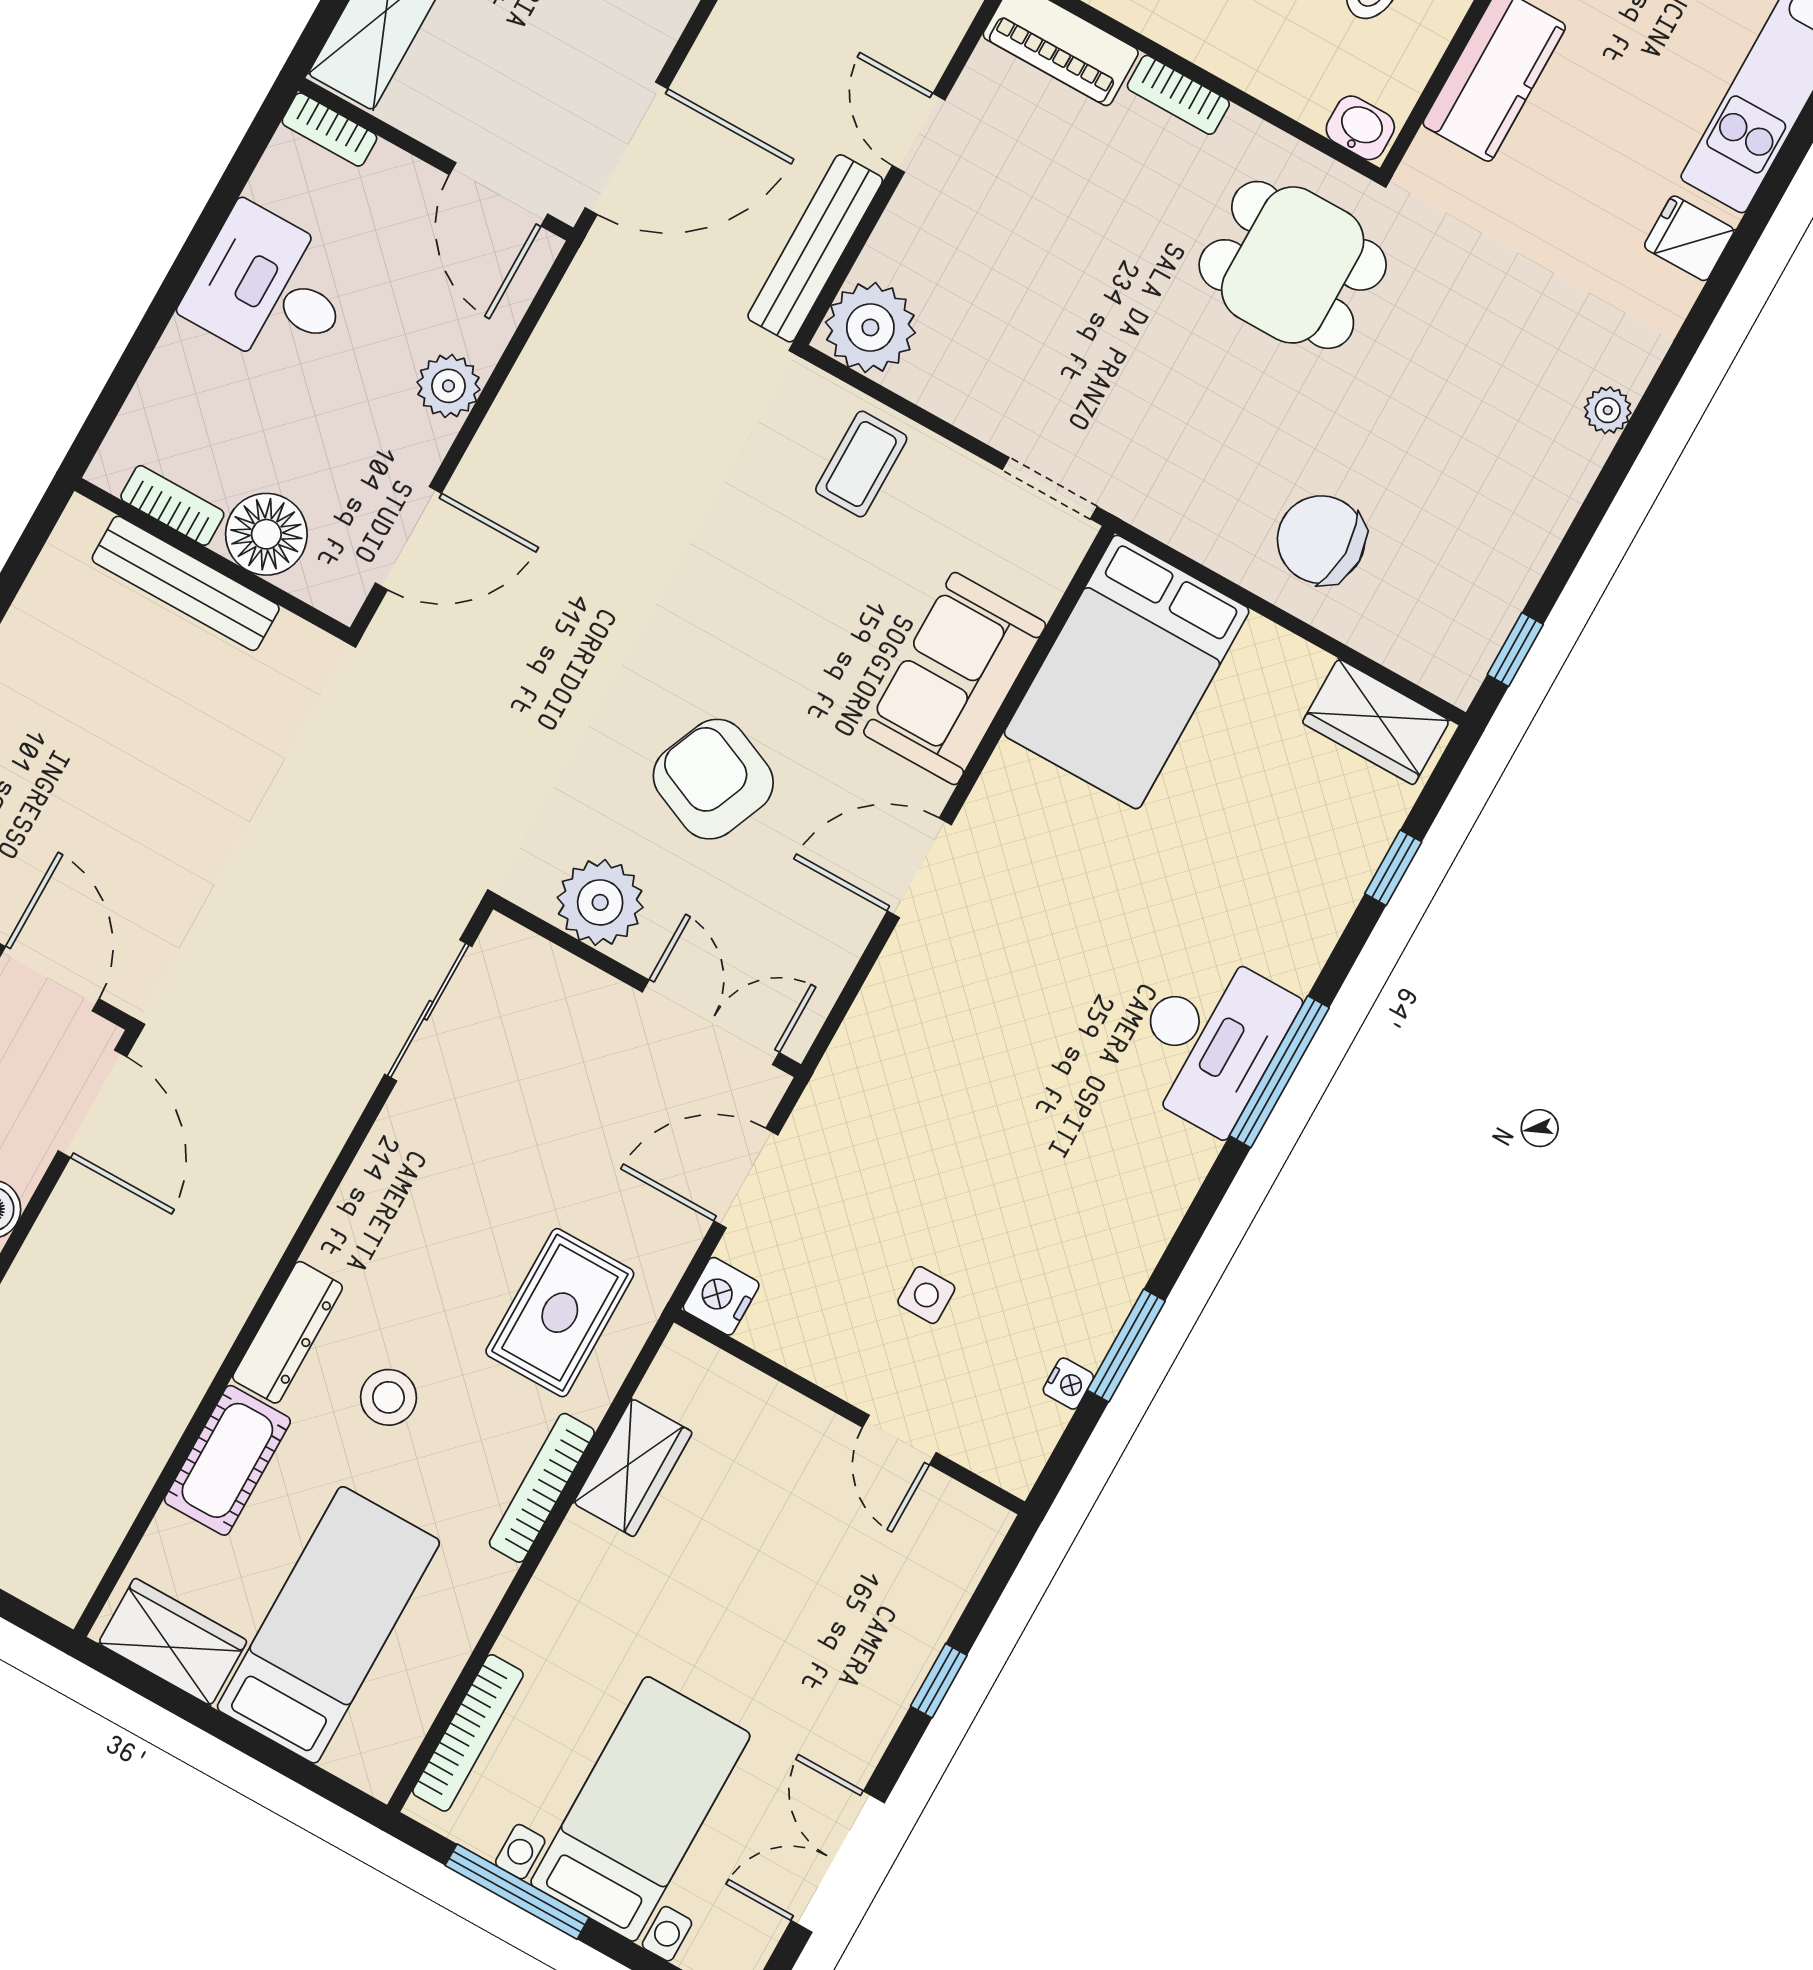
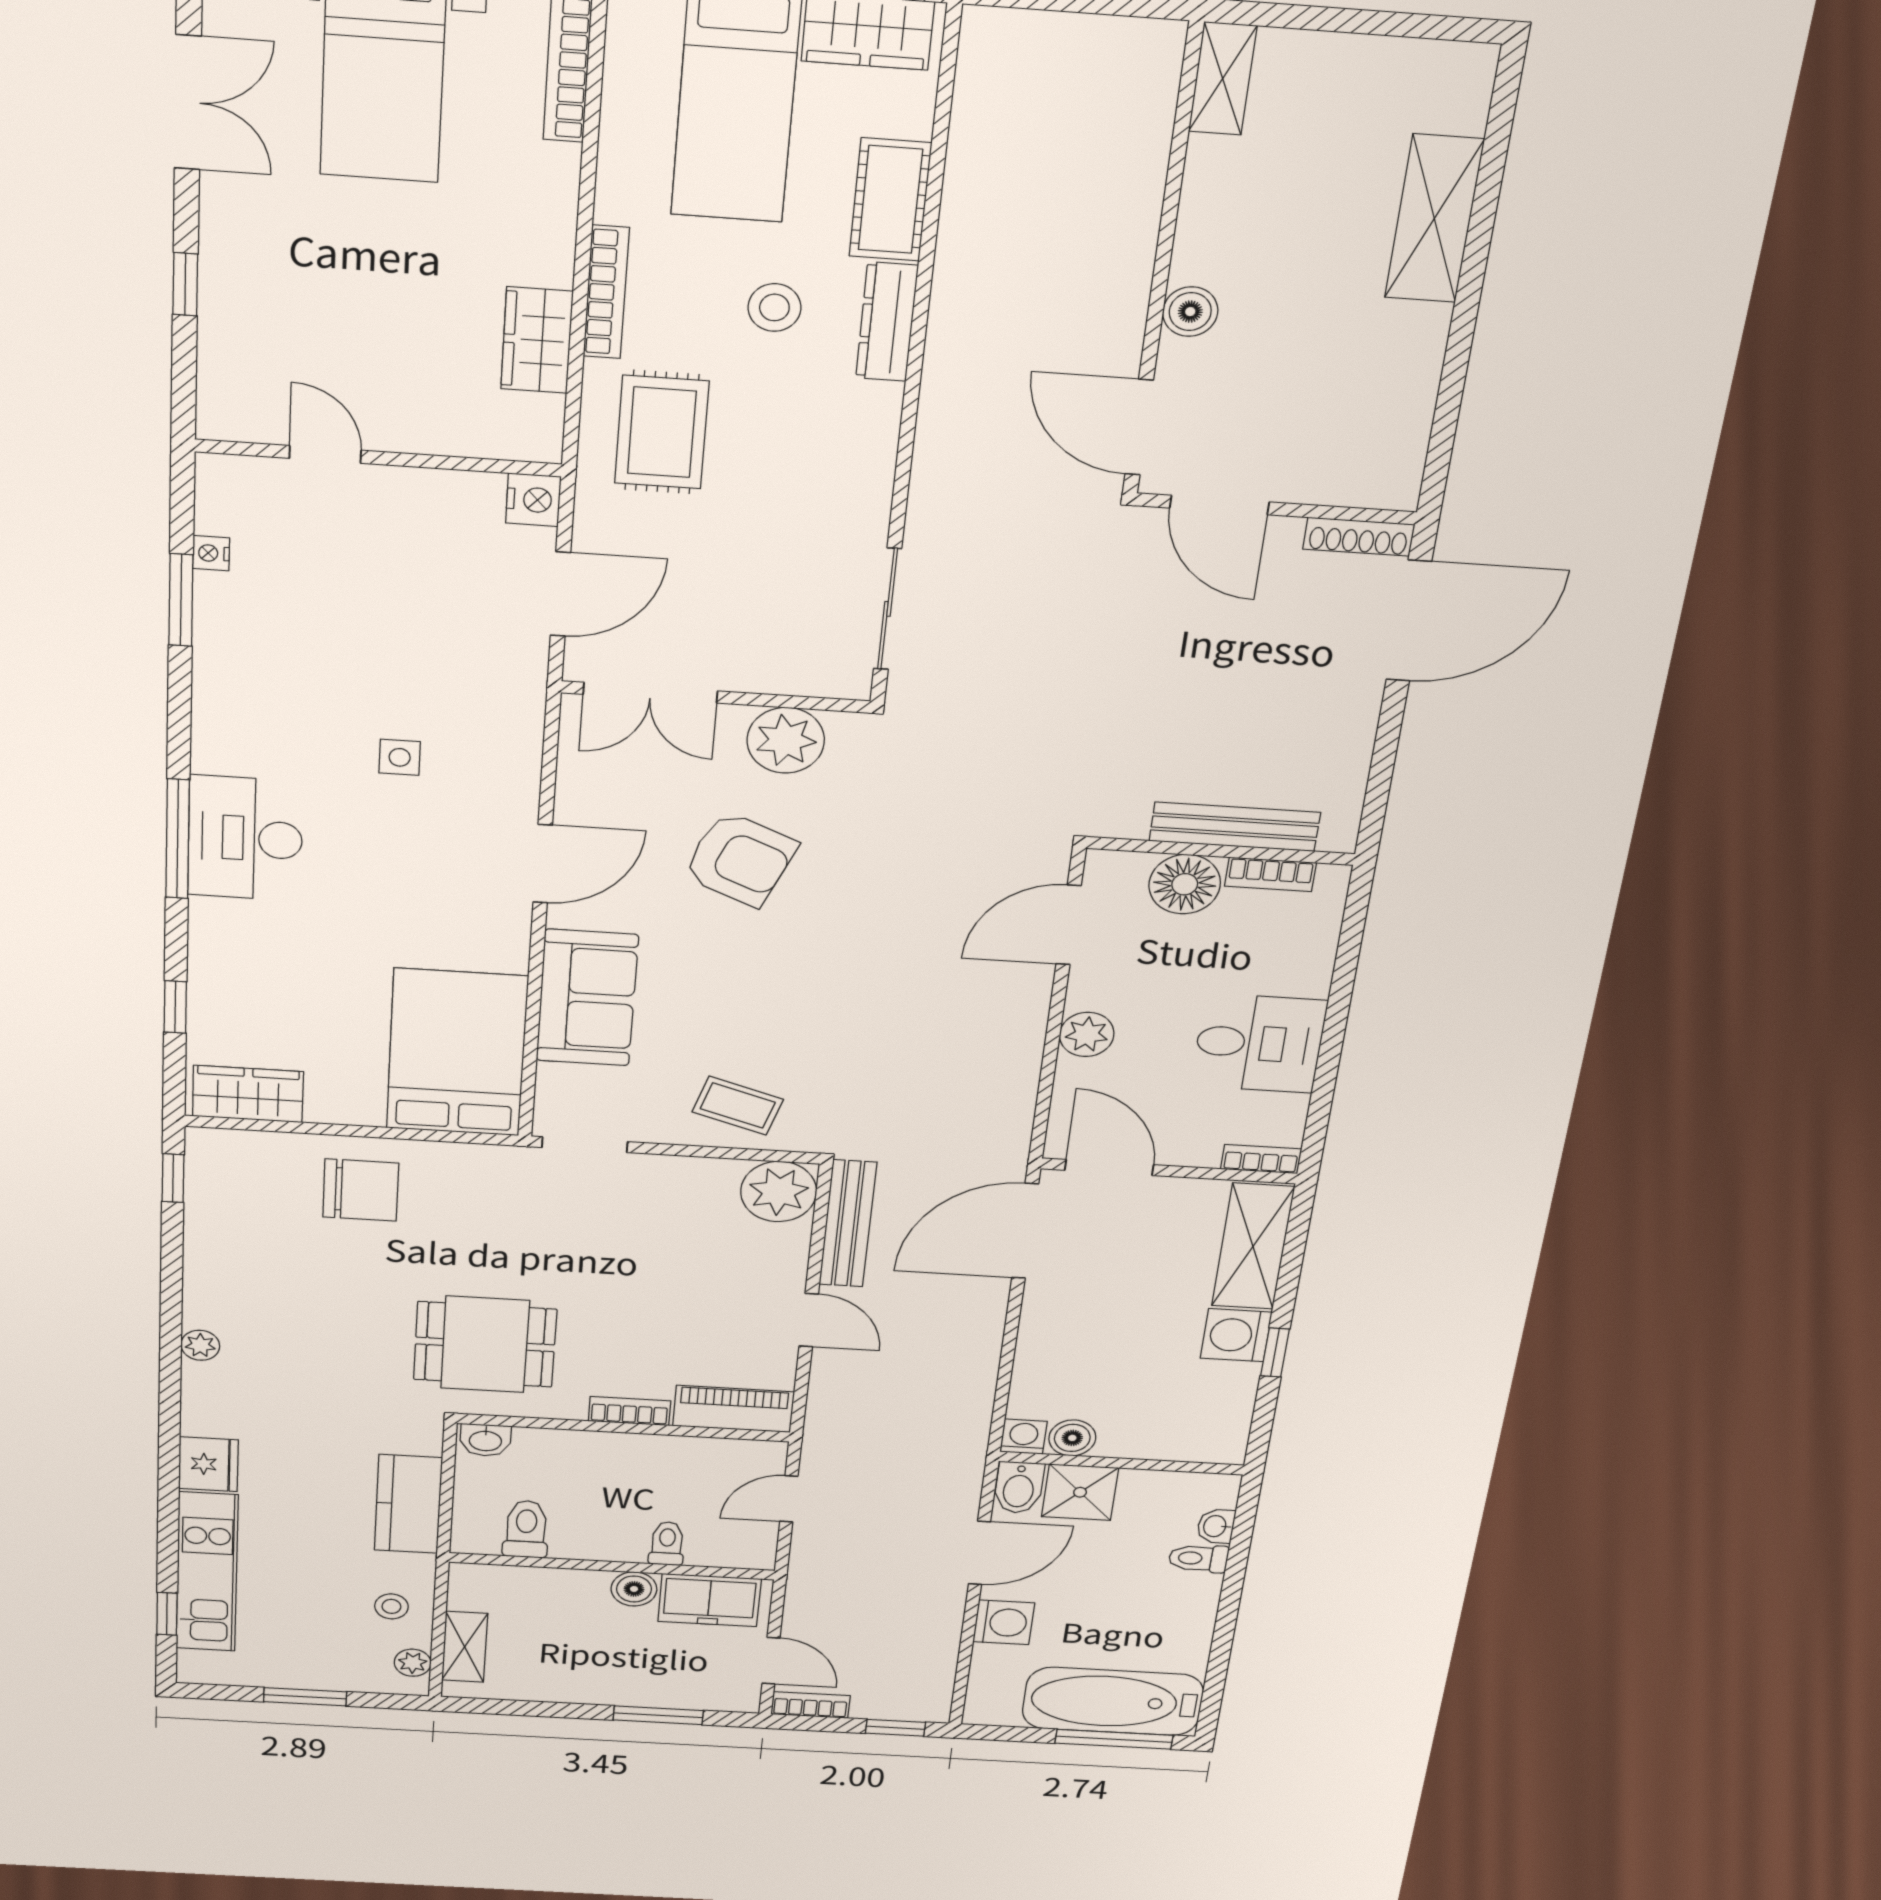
fridge: (1689, 238) -> (208, 1464), width x1.38
coffee table: (861, 464) -> (738, 1106), turned -73
side table: (926, 1295) -> (400, 757), moved

